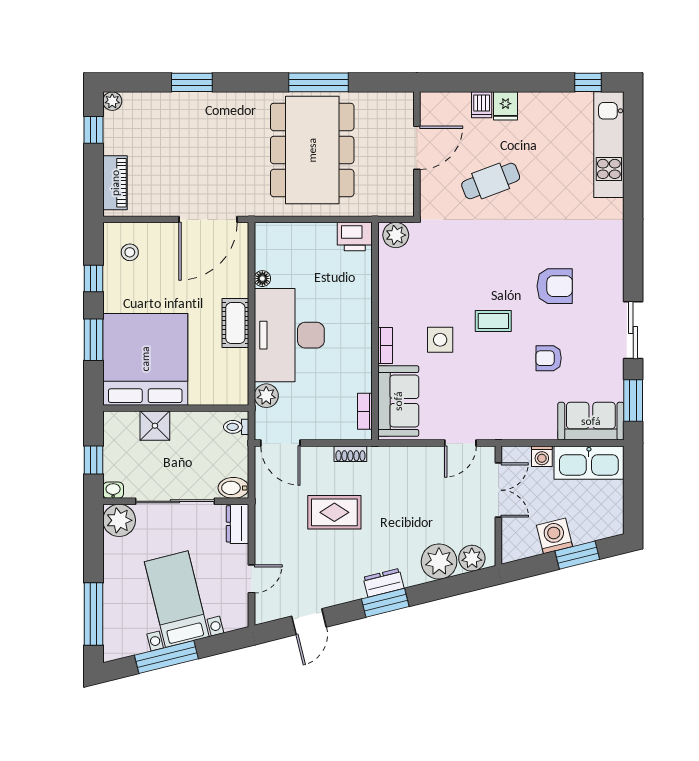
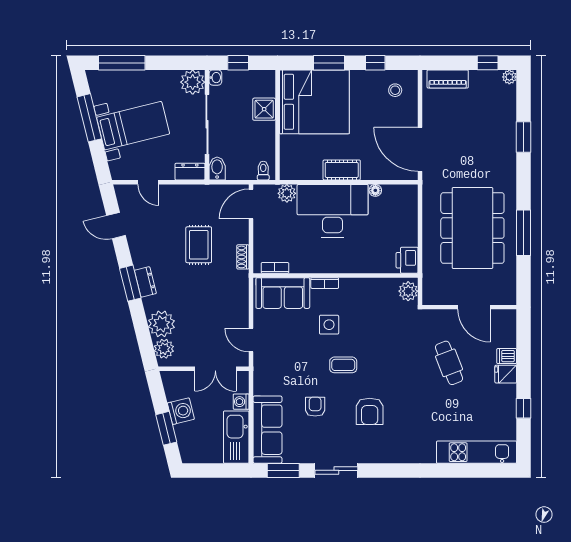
window: (588, 82) -> (524, 408), moved
dining table: (312, 150) -> (472, 228), turned 90
coffee table: (493, 321) -> (343, 365), turned 90
sofa: (591, 421) -> (267, 430), width x1.36

